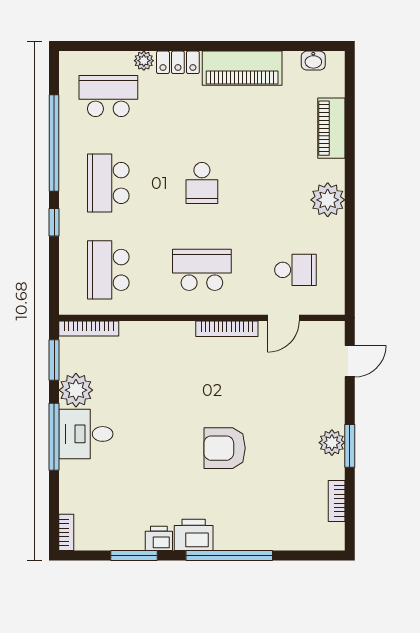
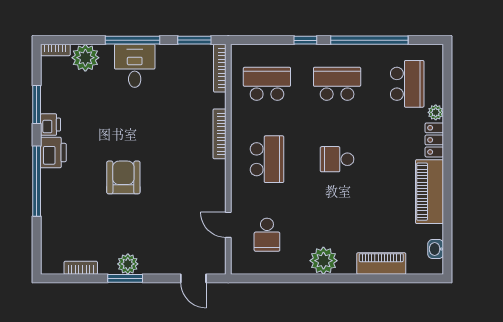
bookcase: (227, 329) -> (220, 134), moved
plant: (76, 390) -> (85, 58), moved

